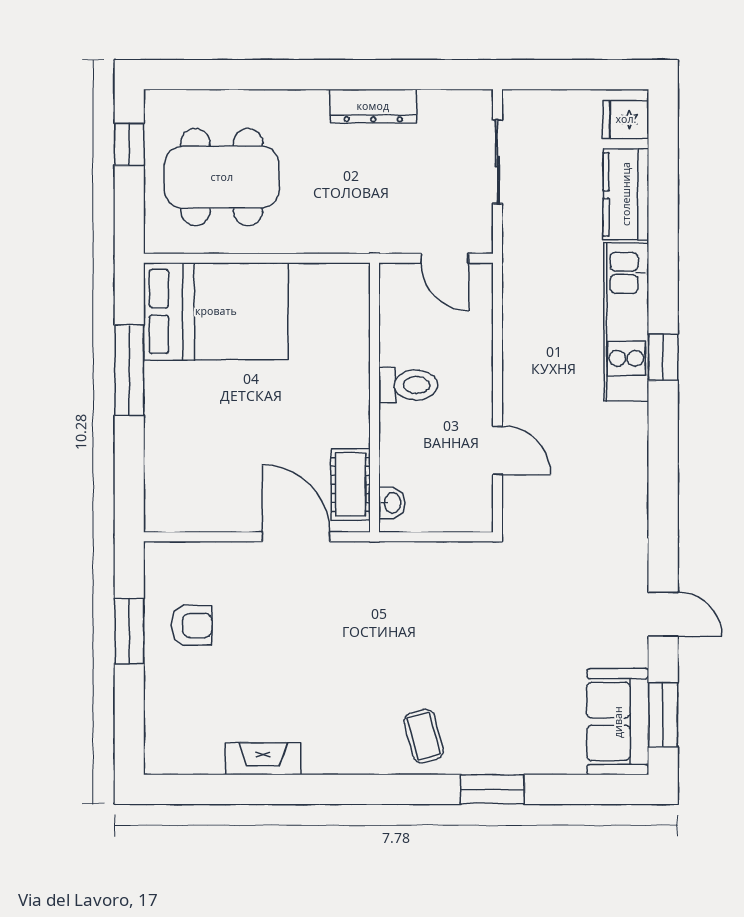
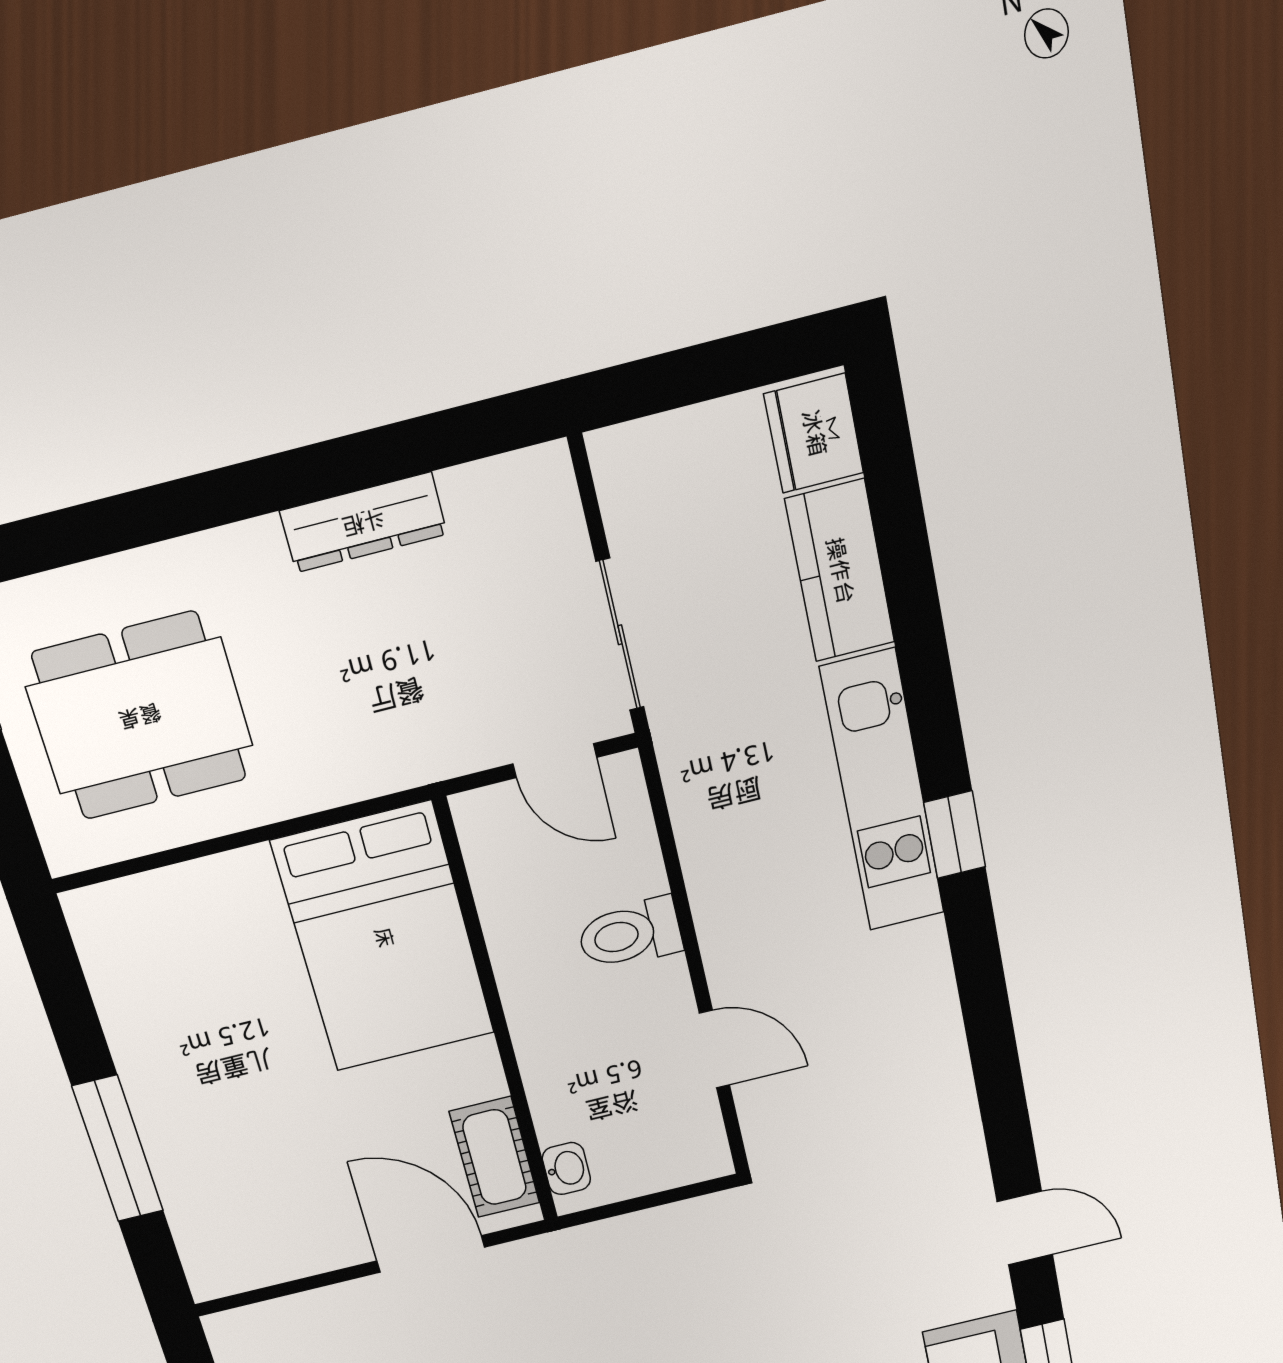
fridge: (626, 119) -> (814, 433), width x1.38
sliding door: (497, 162) -> (620, 635), moved
bed: (216, 311) -> (384, 938), moved, turned 90
window: (129, 370) -> (118, 1149), moved
toilet: (408, 385) -> (630, 934), moved, turned 180

